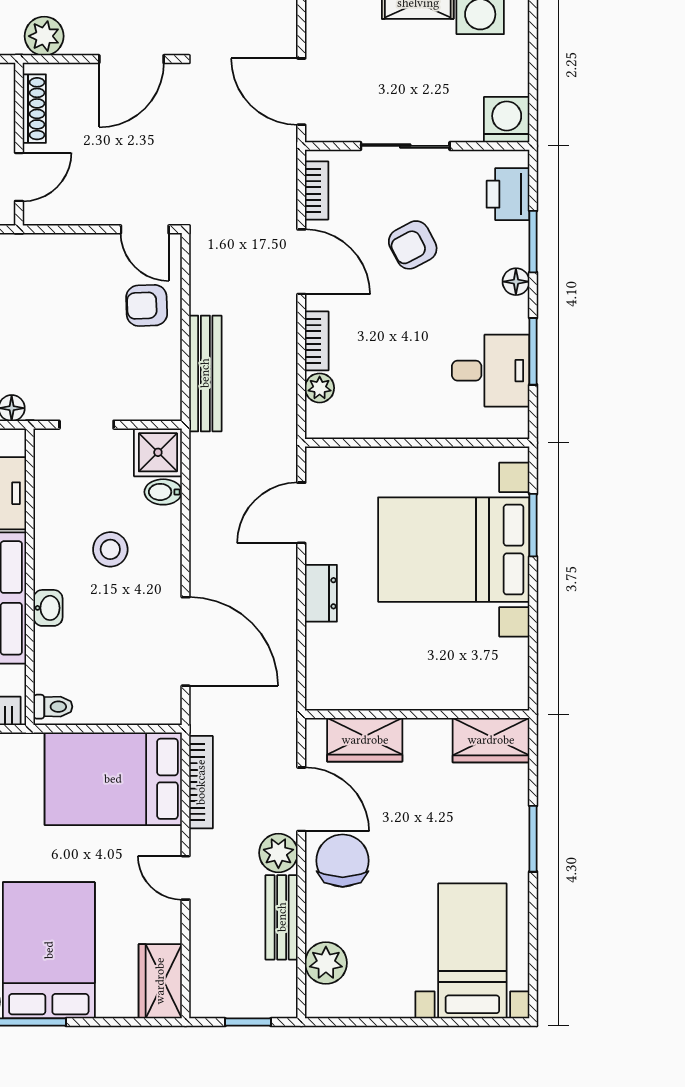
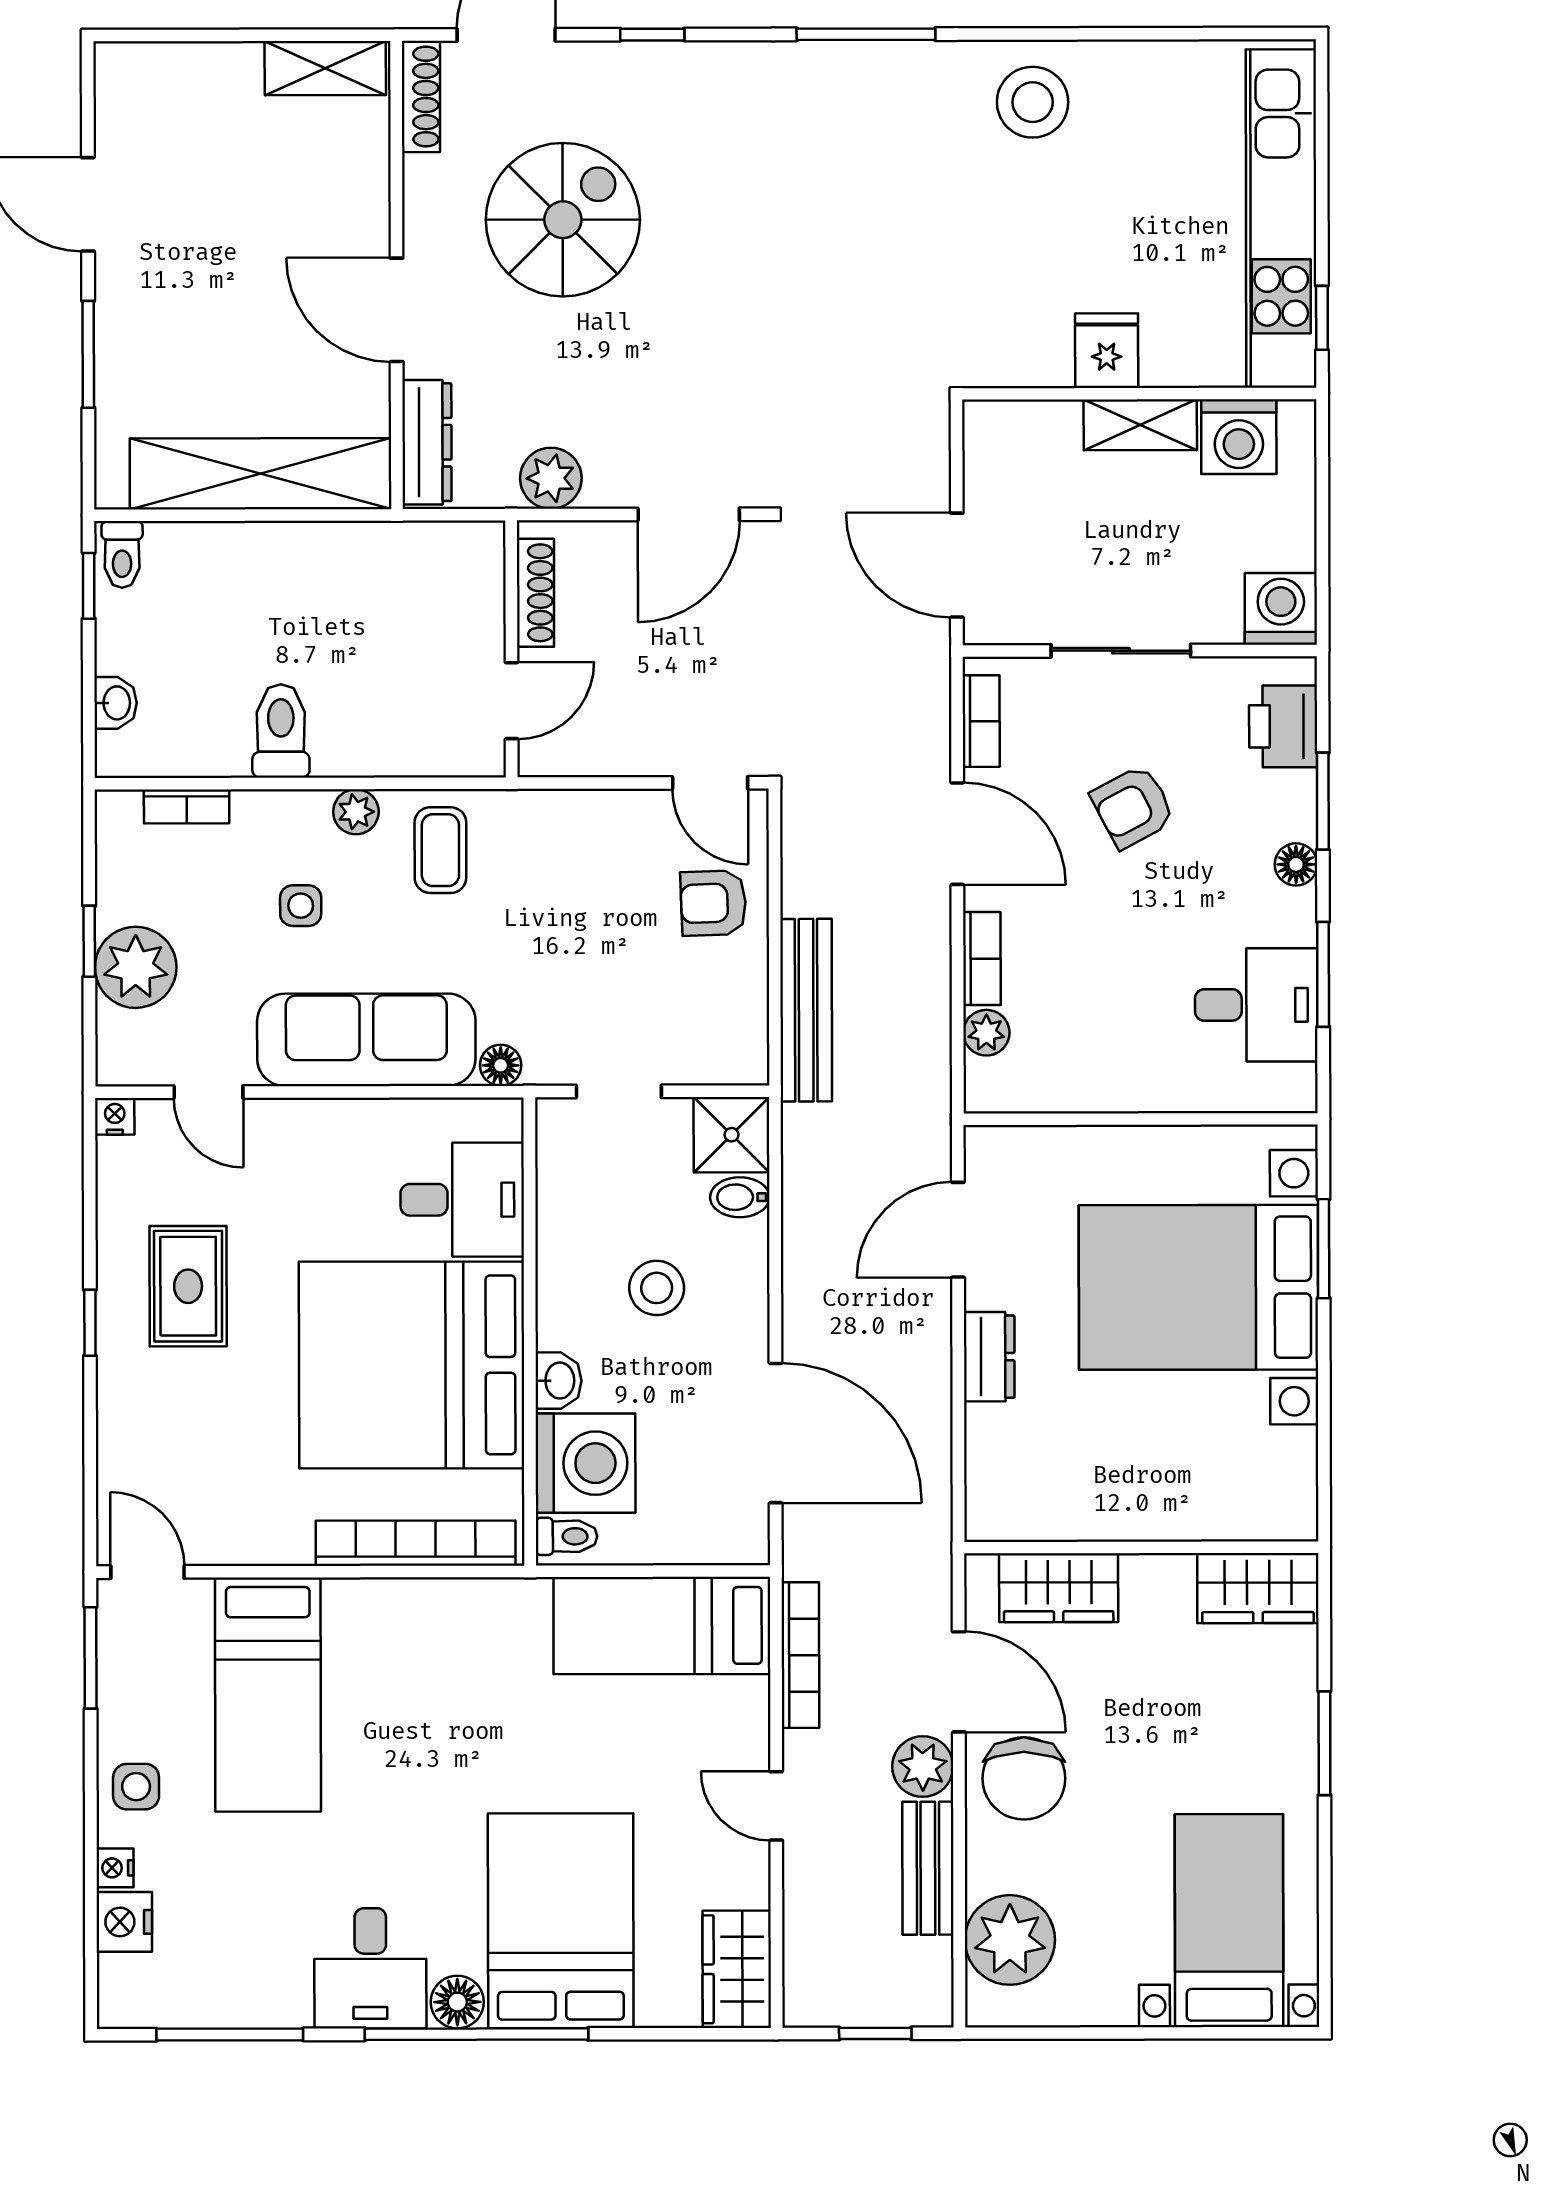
washing machine: (65, 660) -> (585, 1463), added
bed: (113, 779) -> (662, 1626), width x0.67
chair: (343, 861) -> (1024, 1778), turned 180
plant: (326, 963) -> (1010, 1940), width x1.36, depth x1.36

